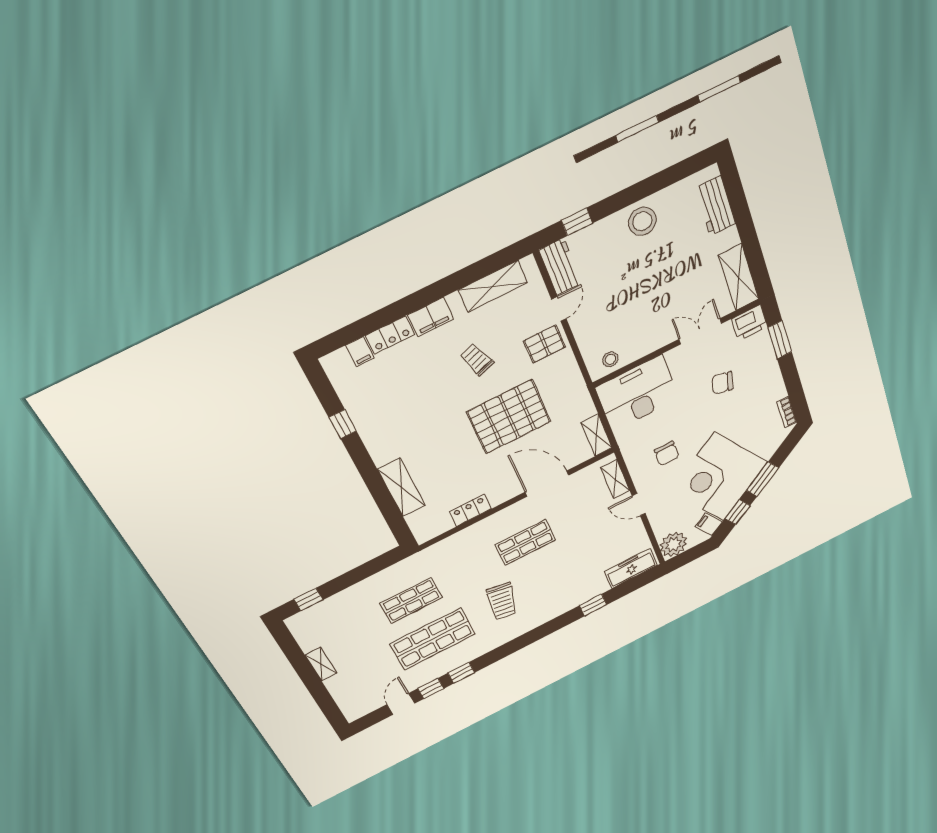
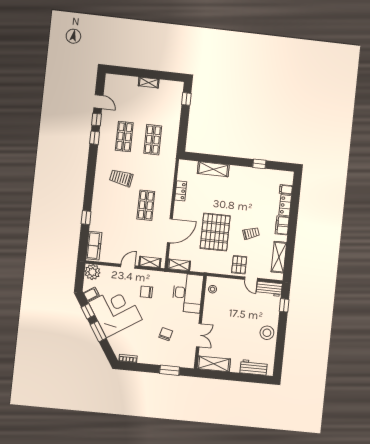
printer: (749, 323) -> (188, 359), removed
shop shelf: (433, 639) -> (124, 137), width x0.70, depth x0.74

